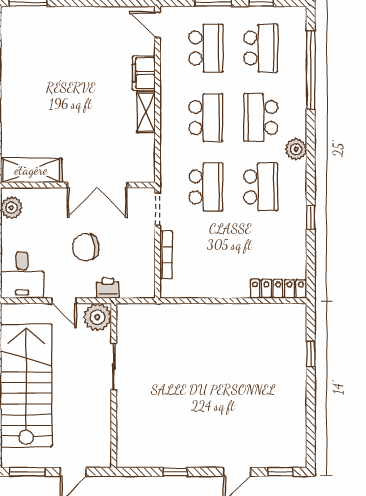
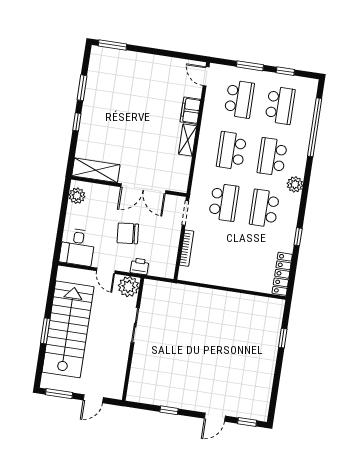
school desk: (206, 117) -> (232, 151), turned 180
school desk: (261, 187) -> (264, 208), turned 180
locker: (278, 289) -> (282, 274), moved, turned -90

